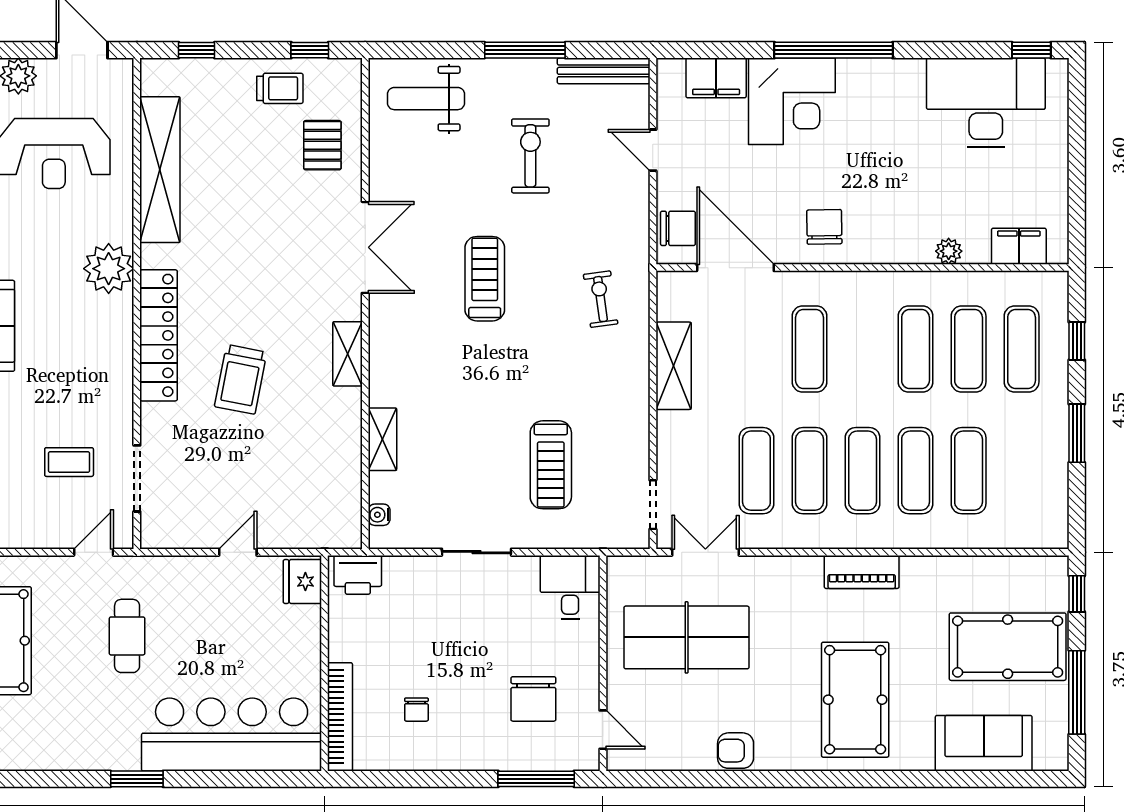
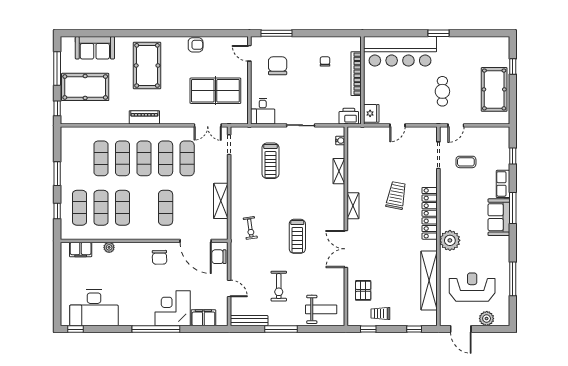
treadmill: (551, 465) -> (270, 161), turned 180
bookcase: (340, 717) -> (356, 74), moved

